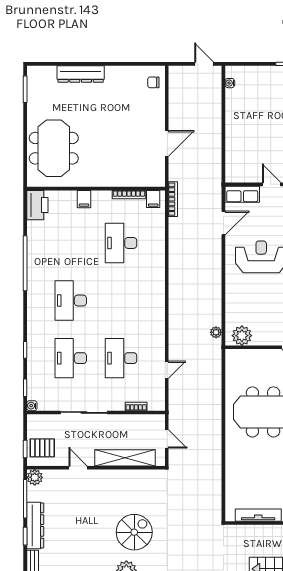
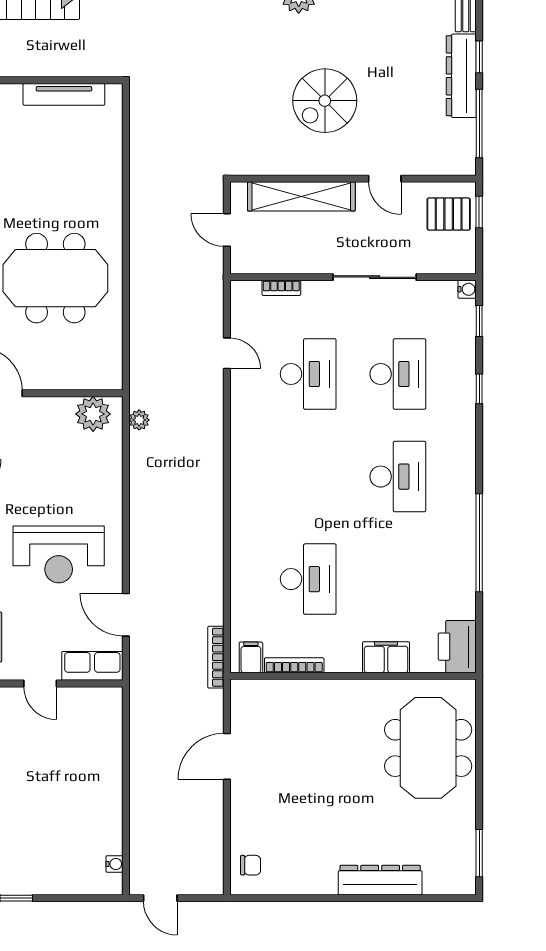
filing cabinet: (84, 199) -> (386, 657), width x2.00
door: (223, 223) -> (126, 615), hinge flipped
door: (167, 370) -> (227, 353), swing flipped
plant: (35, 477) -> (462, 162), removed
spiral stairs: (134, 532) -> (325, 101), moved

